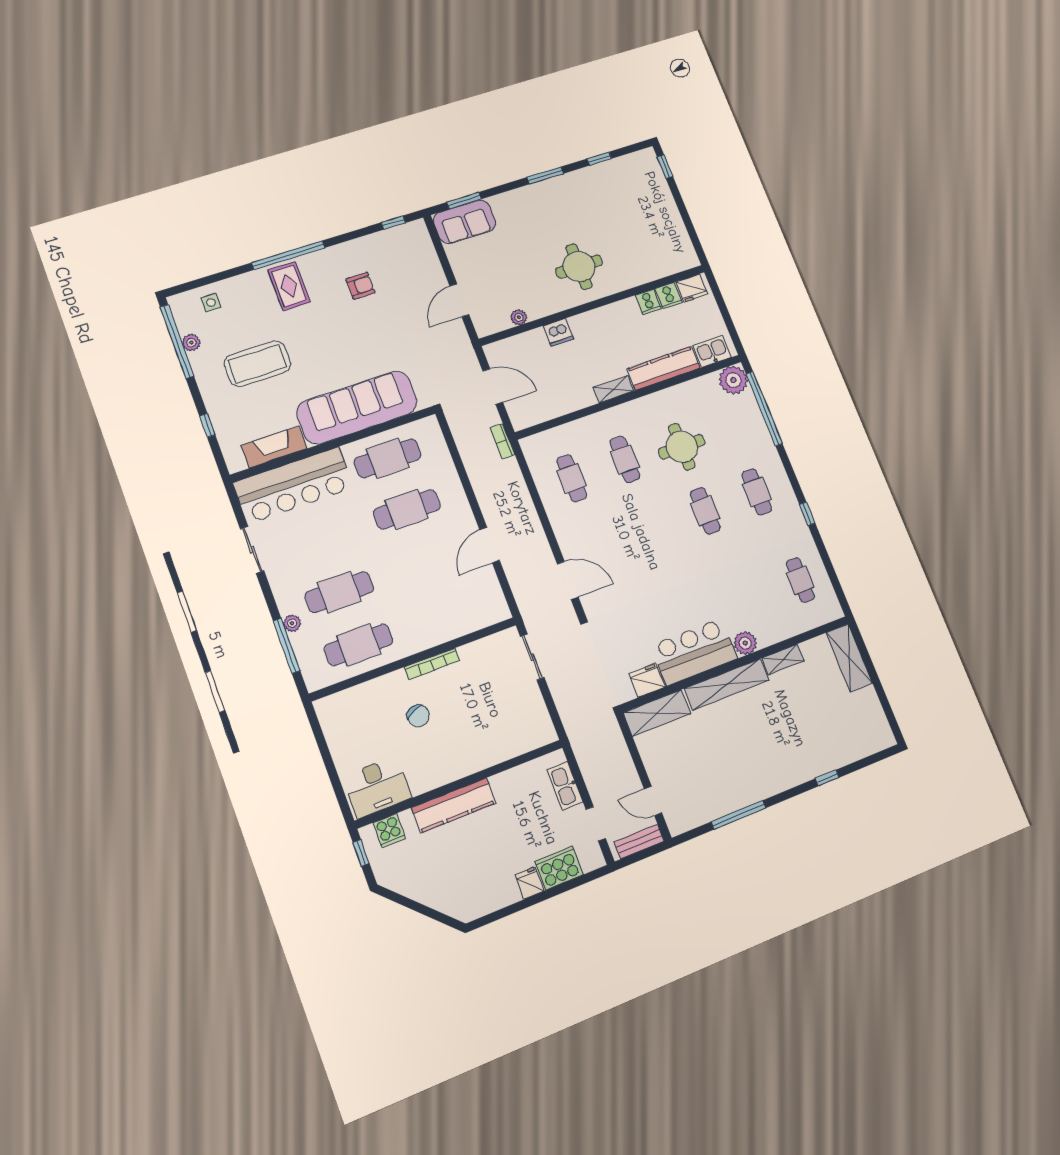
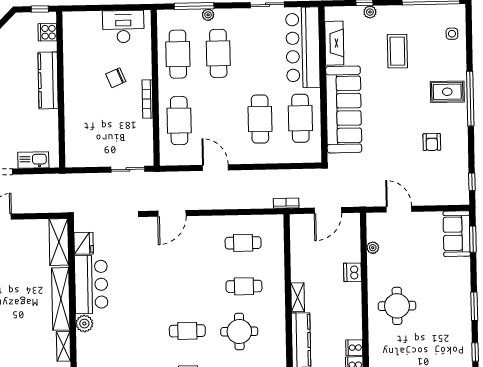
plant: (191, 343) -> (370, 12), moved
coffee table: (257, 364) -> (397, 51), width x0.73, depth x0.76
cafe table: (446, 613) -> (179, 121), added
desk: (377, 787) -> (123, 27), moved, turned 90

